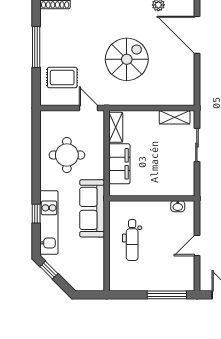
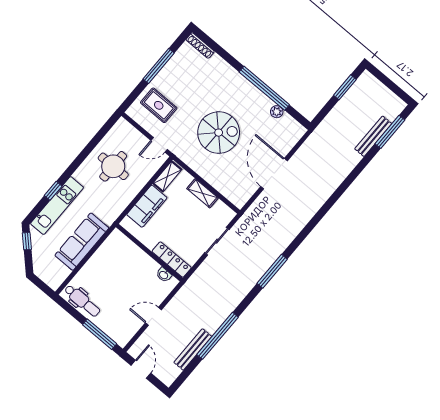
door: (197, 35) -> (274, 174), moved
door: (89, 108) -> (159, 145), swing flipped
shelving: (175, 117) -> (202, 193), moved
locker: (174, 189) -> (172, 260), added
sofa: (92, 208) -> (82, 242), moved
dental chair: (132, 240) -> (82, 301), moved, turned -90

